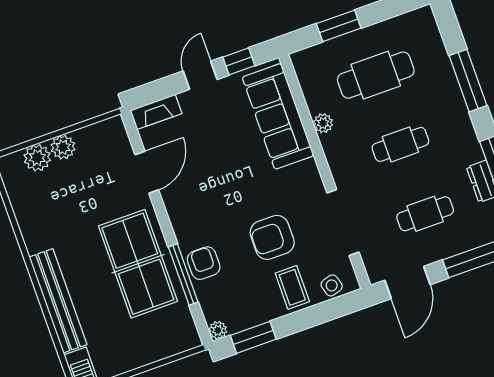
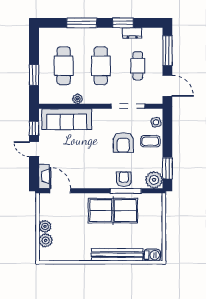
cafe table: (400, 144) -> (101, 66), width x1.37, depth x1.35
door: (147, 172) -> (60, 191), moved
armchair: (204, 263) -> (124, 179), turned 90
plant: (218, 330) -> (154, 180), width x1.88, depth x1.88

